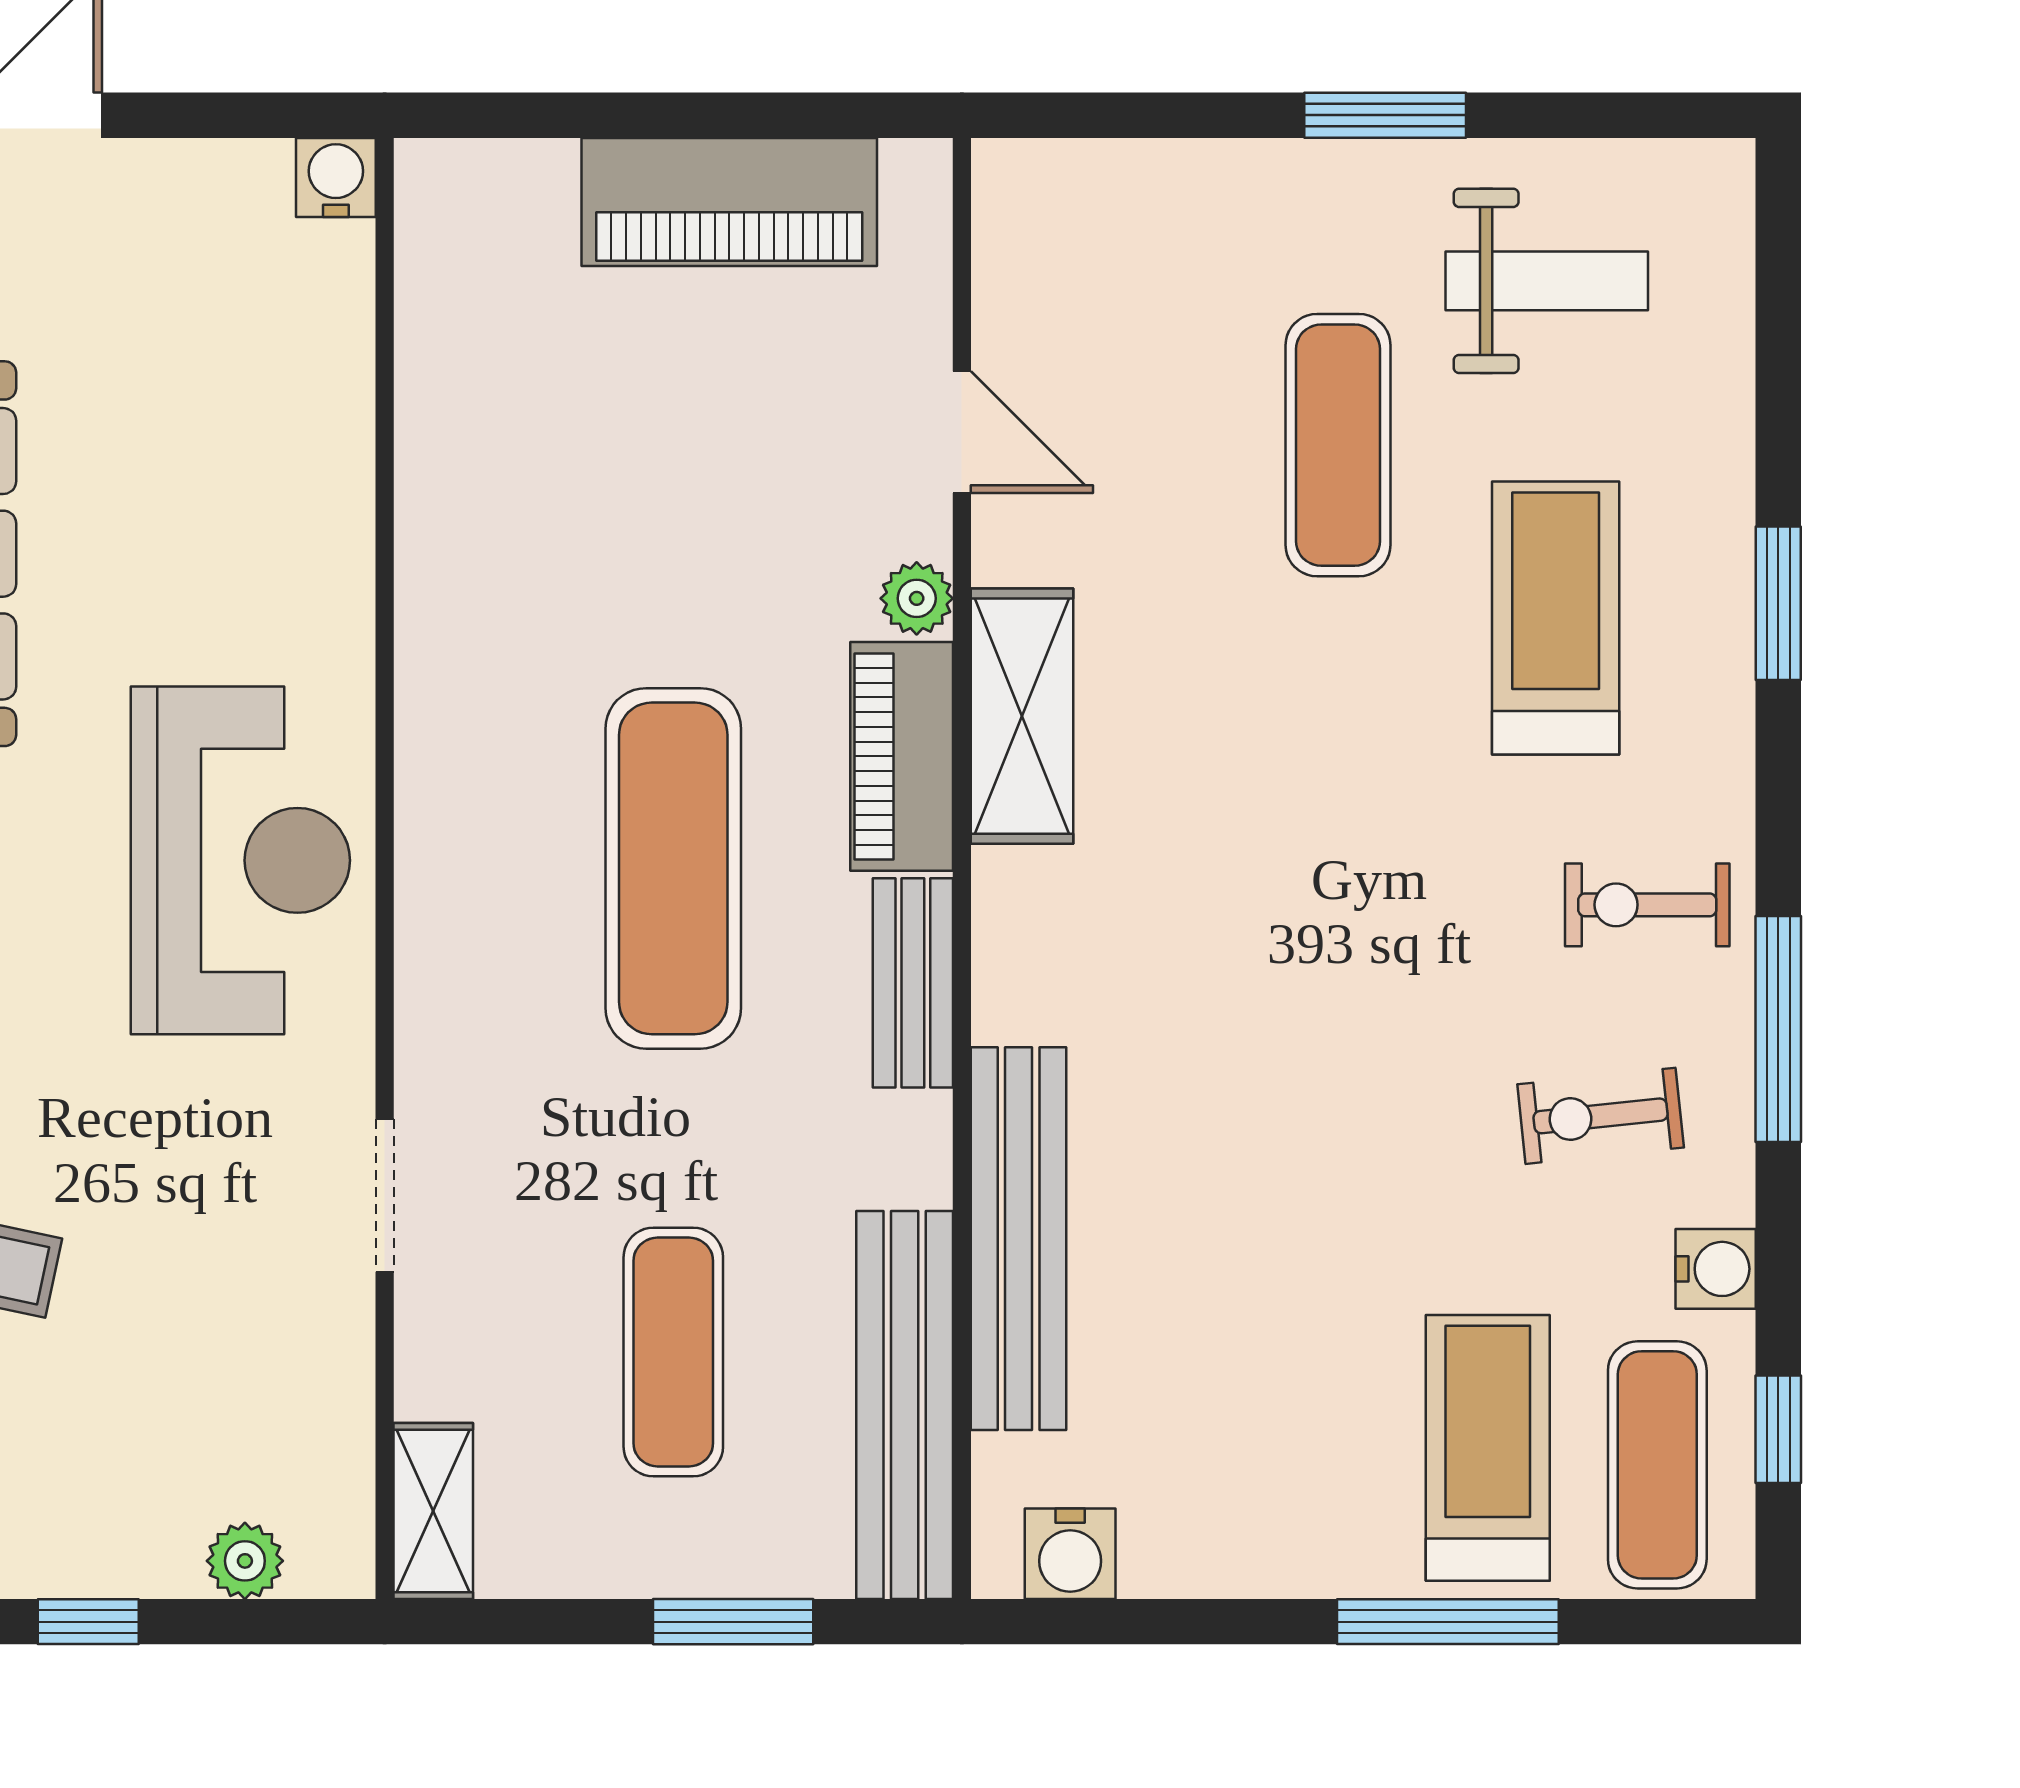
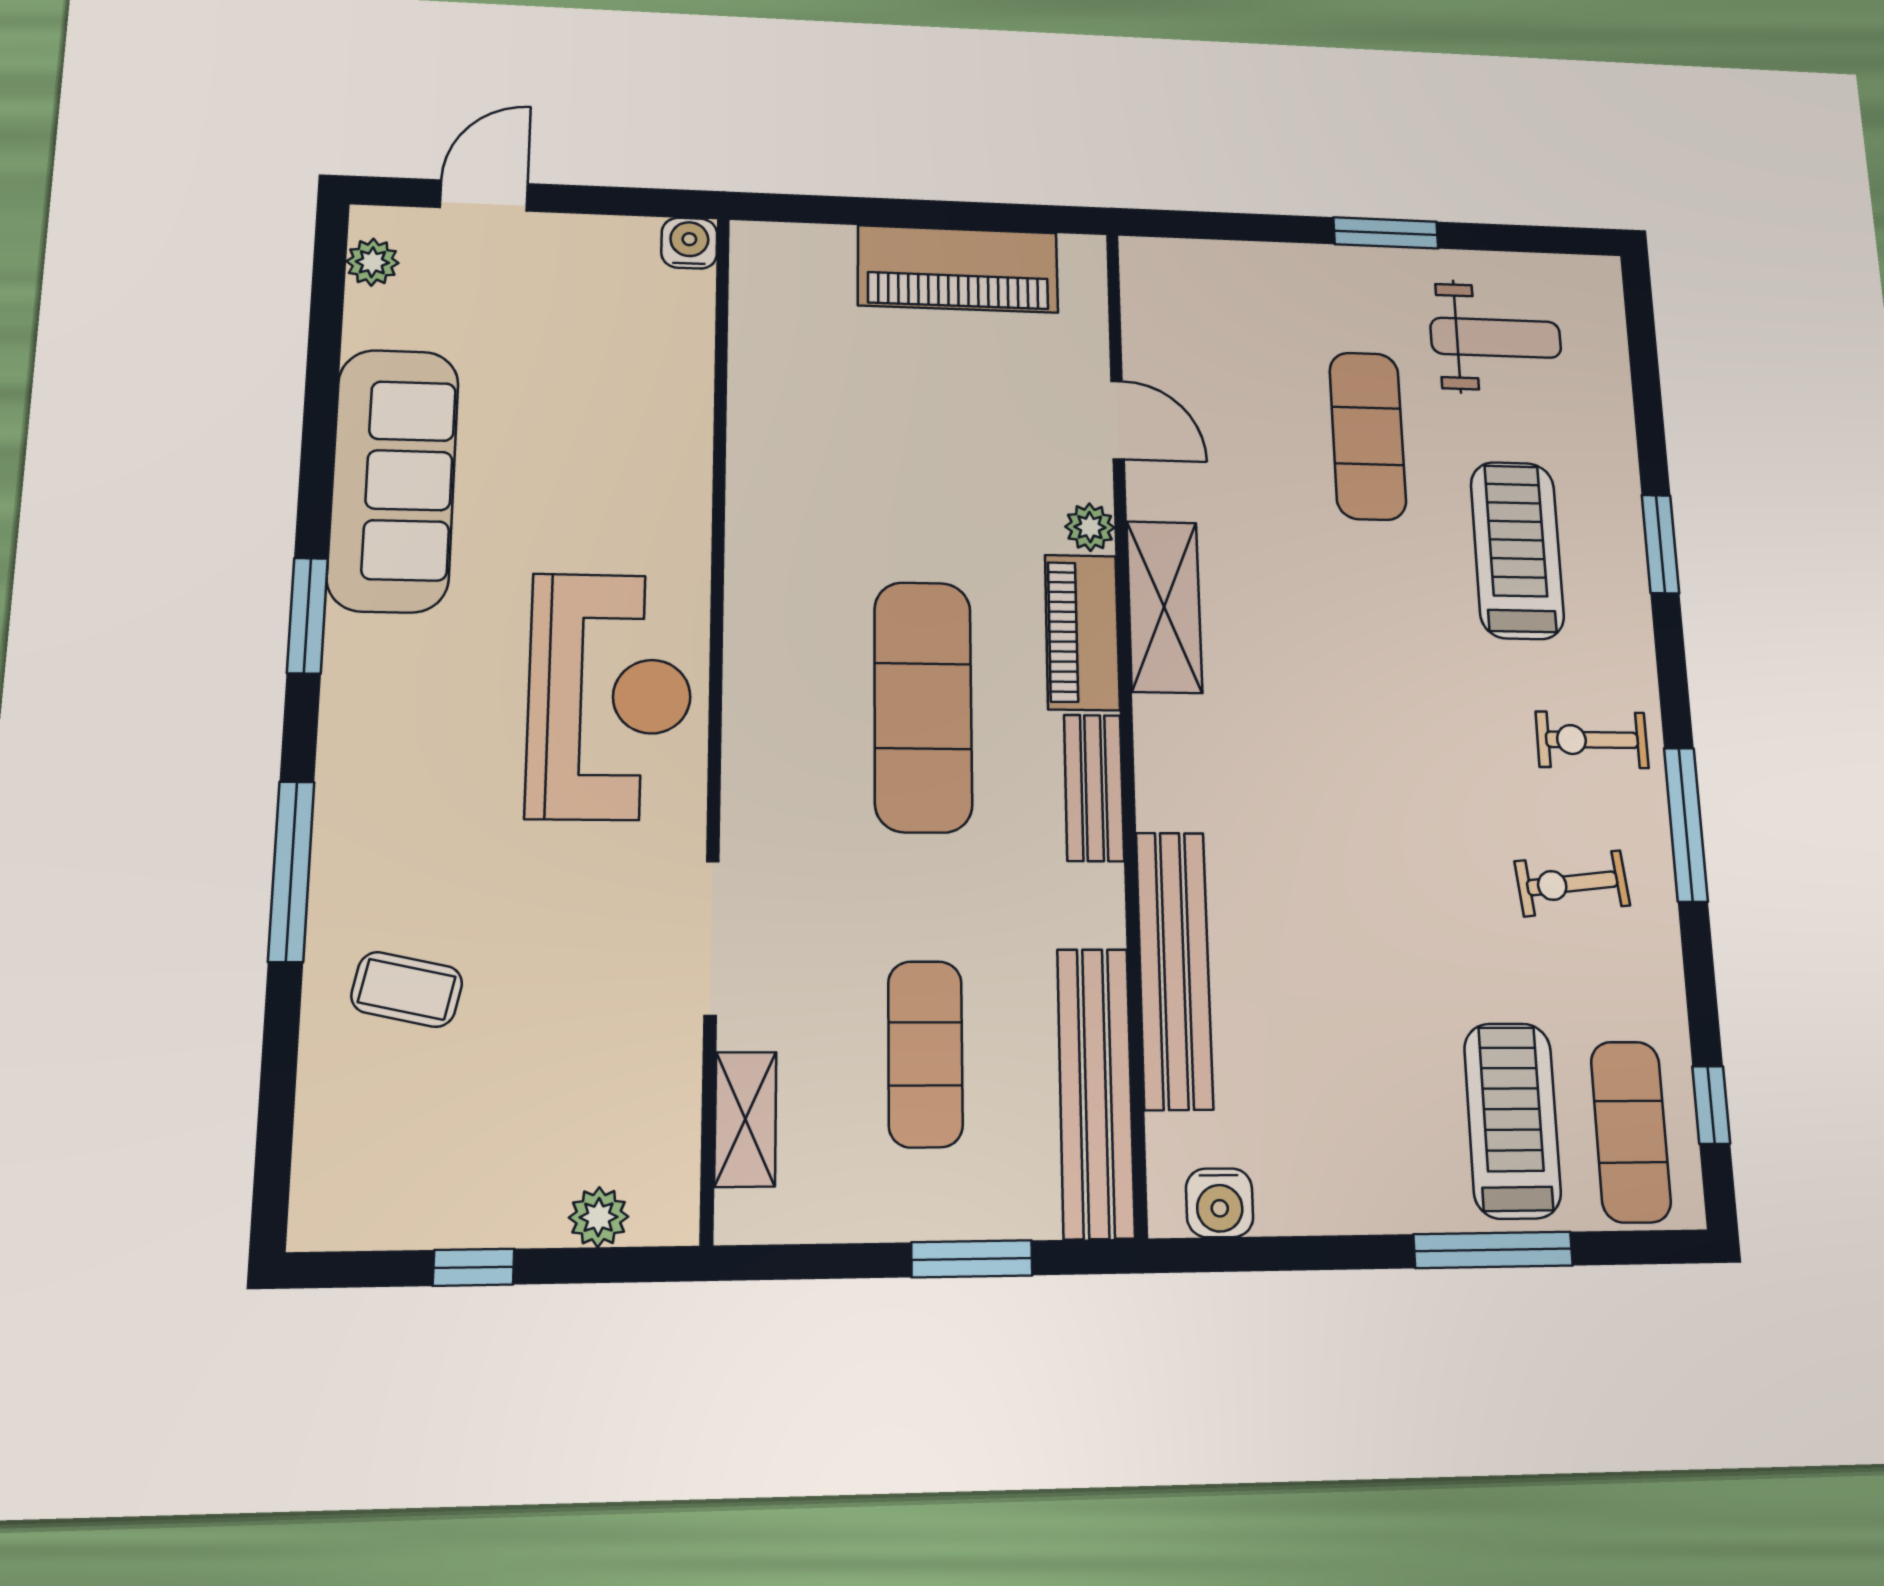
doorway: (385, 1196) -> (711, 938), width x1.38
water cooler: (1716, 1269) -> (1659, 991), removed
shelving: (433, 1511) -> (745, 1119), moved

